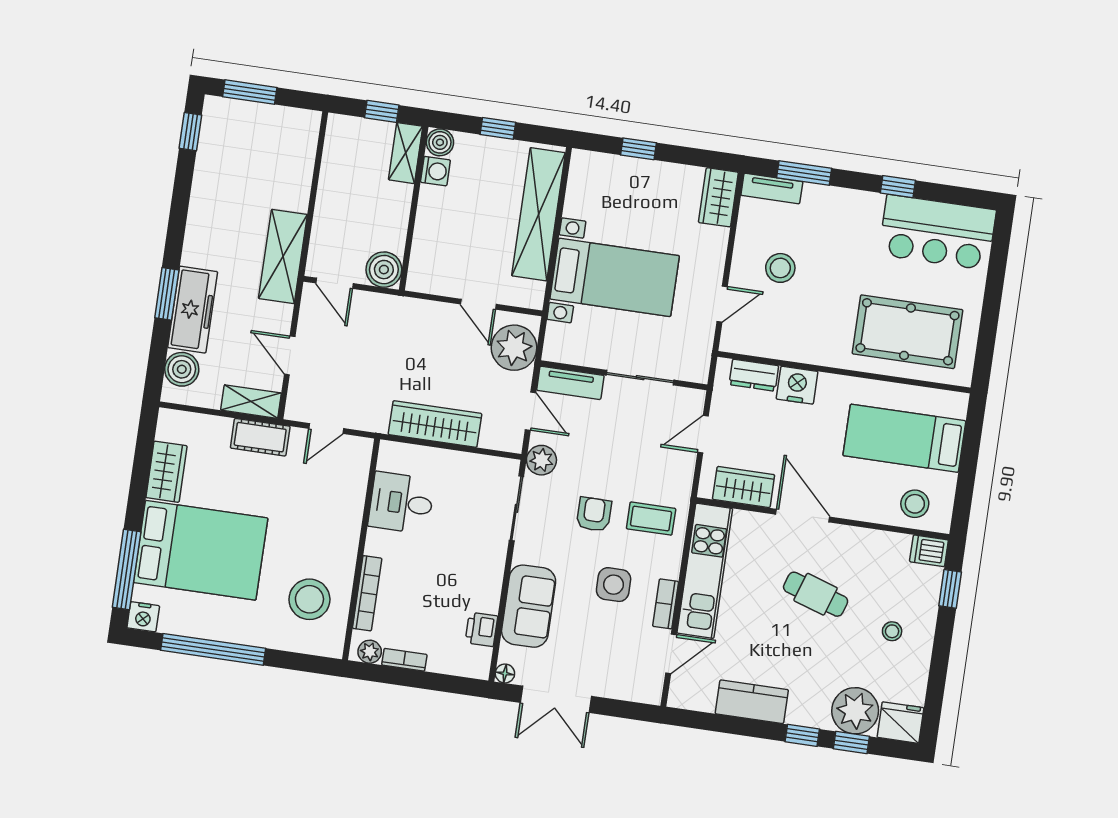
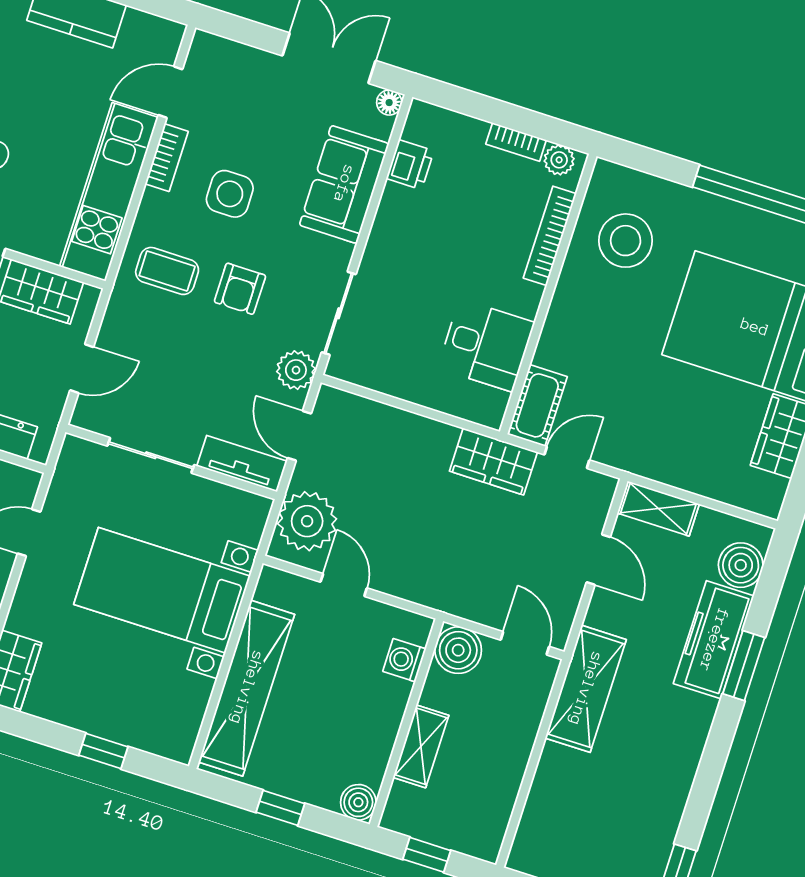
shelving: (406, 153) -> (421, 746), moved
washing machine: (435, 171) -> (404, 660), moved
wardrobe: (435, 424) -> (493, 462), moved, width x0.67
cot: (260, 437) -> (537, 405), moved, turned 90

